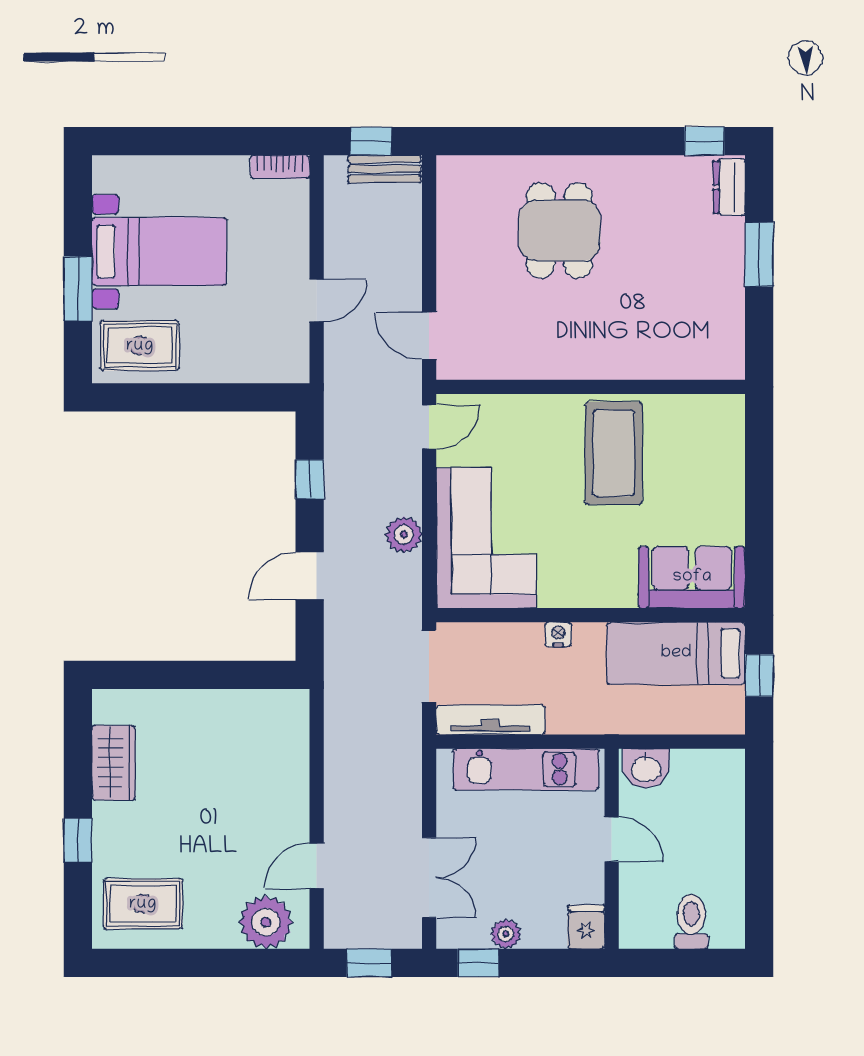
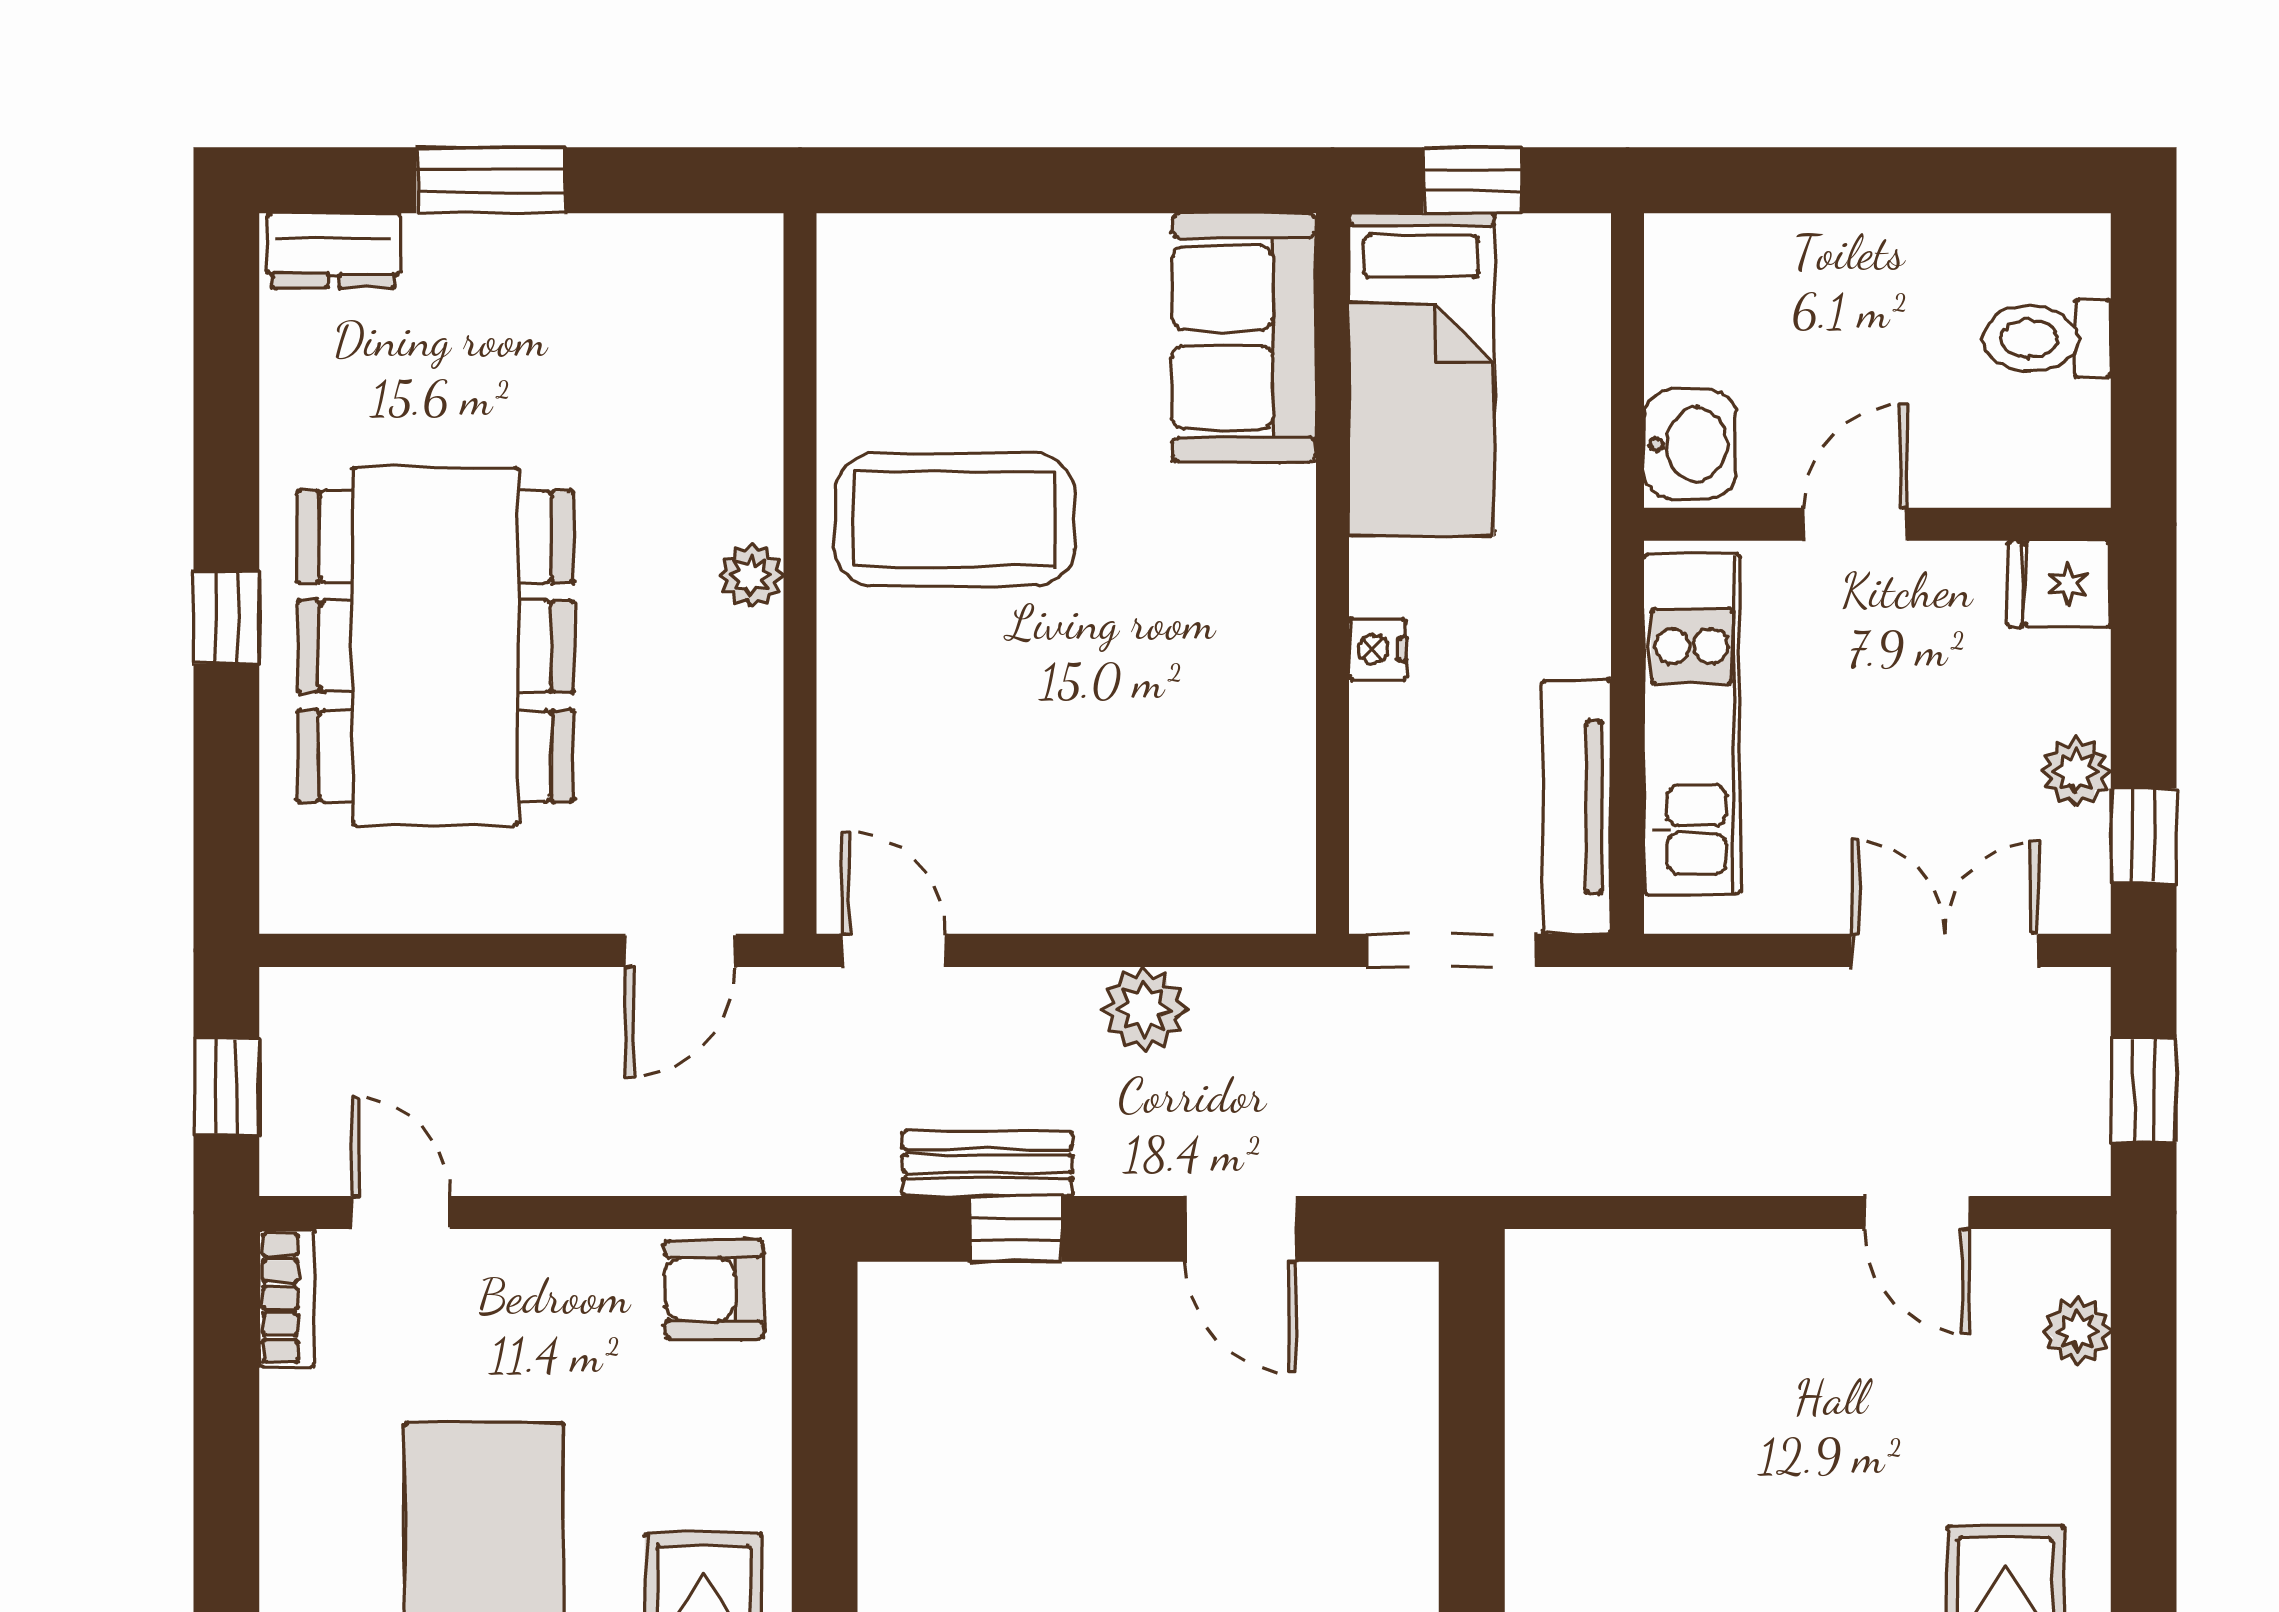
window: (704, 141) -> (226, 617), moved
bench: (385, 169) -> (988, 1164), moved, turned 90
dining table: (559, 231) -> (435, 646), width x1.88, depth x1.24
door: (317, 300) -> (400, 1213), moved
armchair: (284, 350) -> (714, 1289), added
plant: (590, 366) -> (751, 575), added
corner sofa: (486, 538) -> (1152, 817), removed
plant: (266, 922) -> (2078, 1331), width x0.53, depth x0.53

